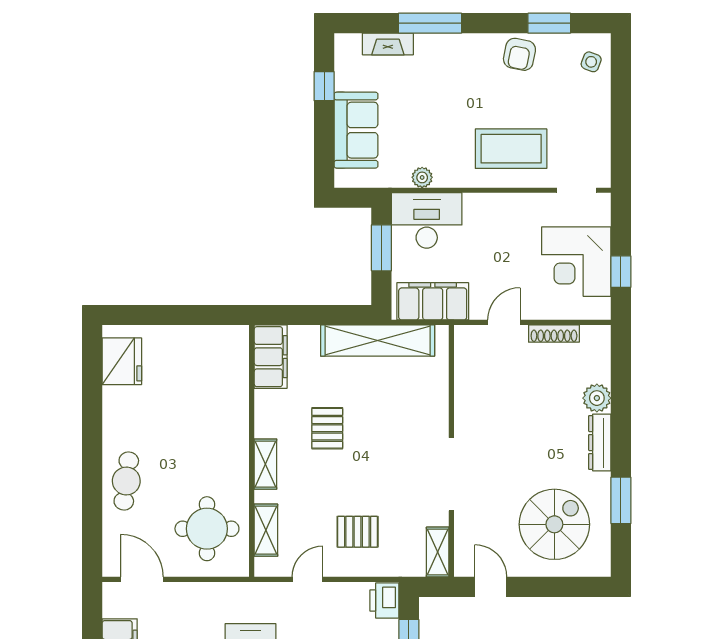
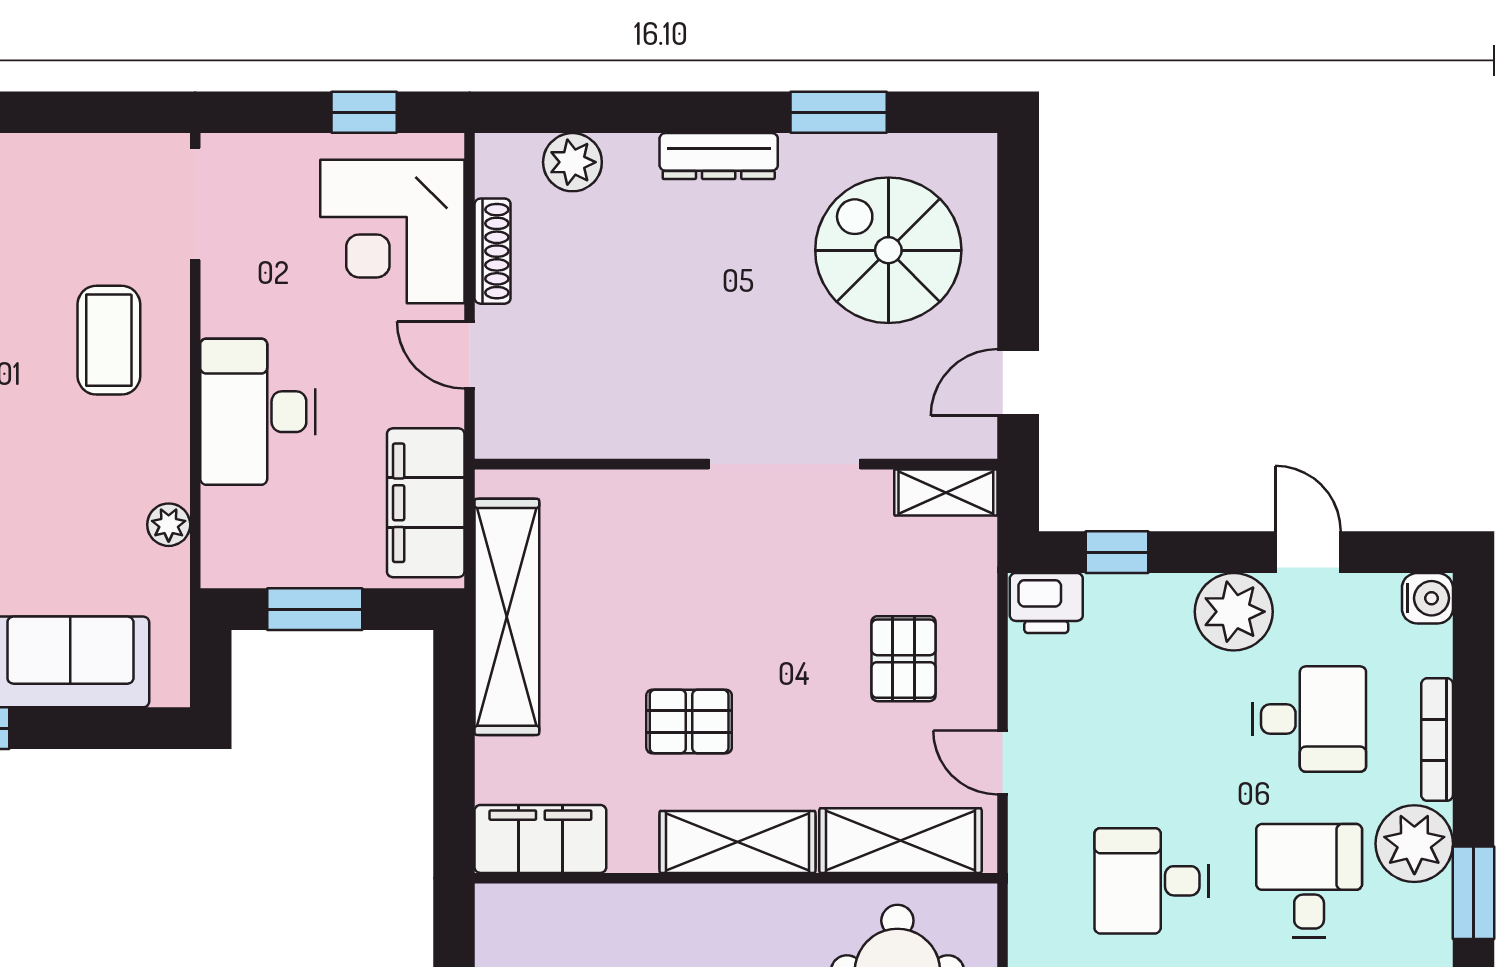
coffee table: (511, 149) -> (109, 340), width x0.73, depth x0.76
doorway: (577, 190) -> (195, 204), width x1.38
desk: (427, 220) -> (258, 412), moved
corner desk: (576, 262) -> (392, 231), moved, turned 90
plant: (597, 398) -> (572, 162), moved
shelving: (265, 464) -> (737, 842), width x1.50, depth x1.33
shelving: (266, 530) -> (900, 841), width x1.50, depth x1.33

